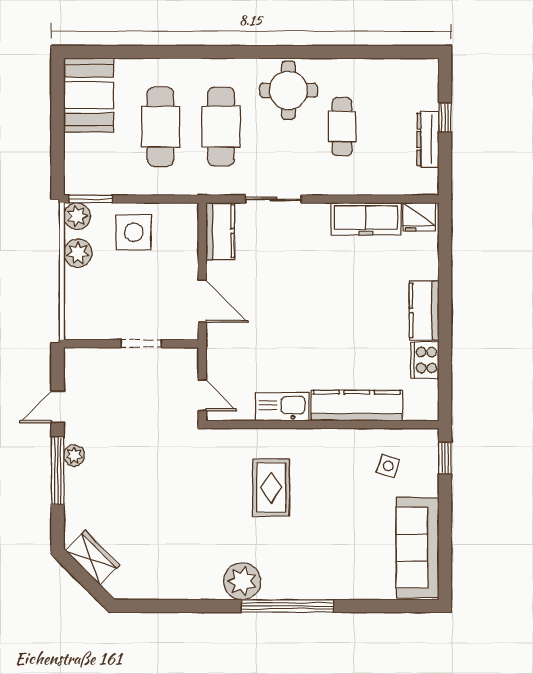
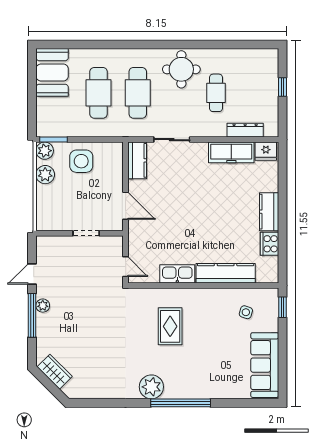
dresser: (428, 139) -> (245, 130), moved, turned 90

